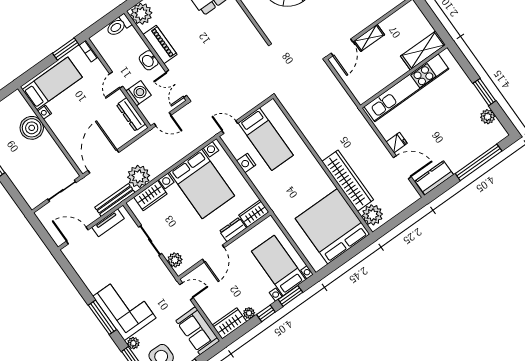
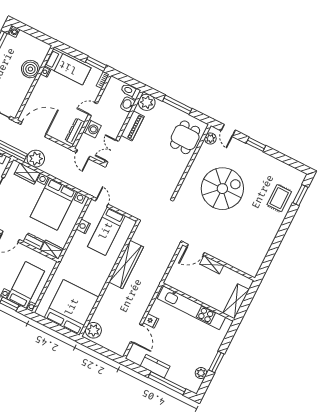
shelving: (423, 50) -> (236, 301), moved, turned 90
washbasin: (149, 60) -> (128, 104), moved
kitchen counter: (434, 178) -> (155, 366), moved
wardrobe: (348, 181) -> (126, 265), moved

